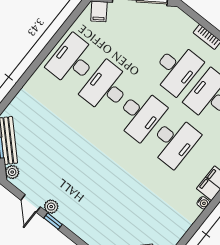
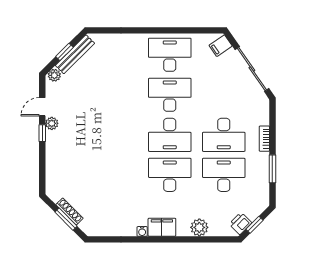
desk: (174, 141) -> (170, 175), turned 180

